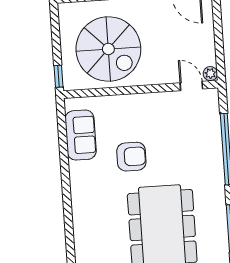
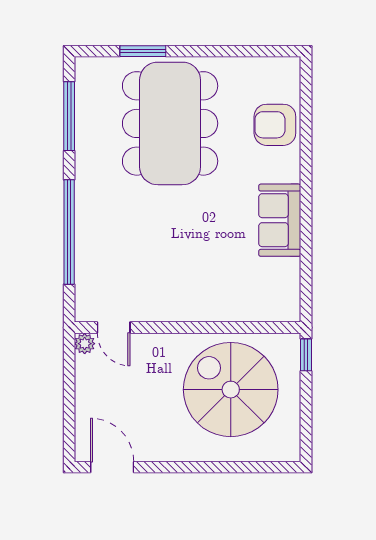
sofa: (81, 135) -> (280, 220), moved
armchair: (131, 157) -> (275, 125), moved

